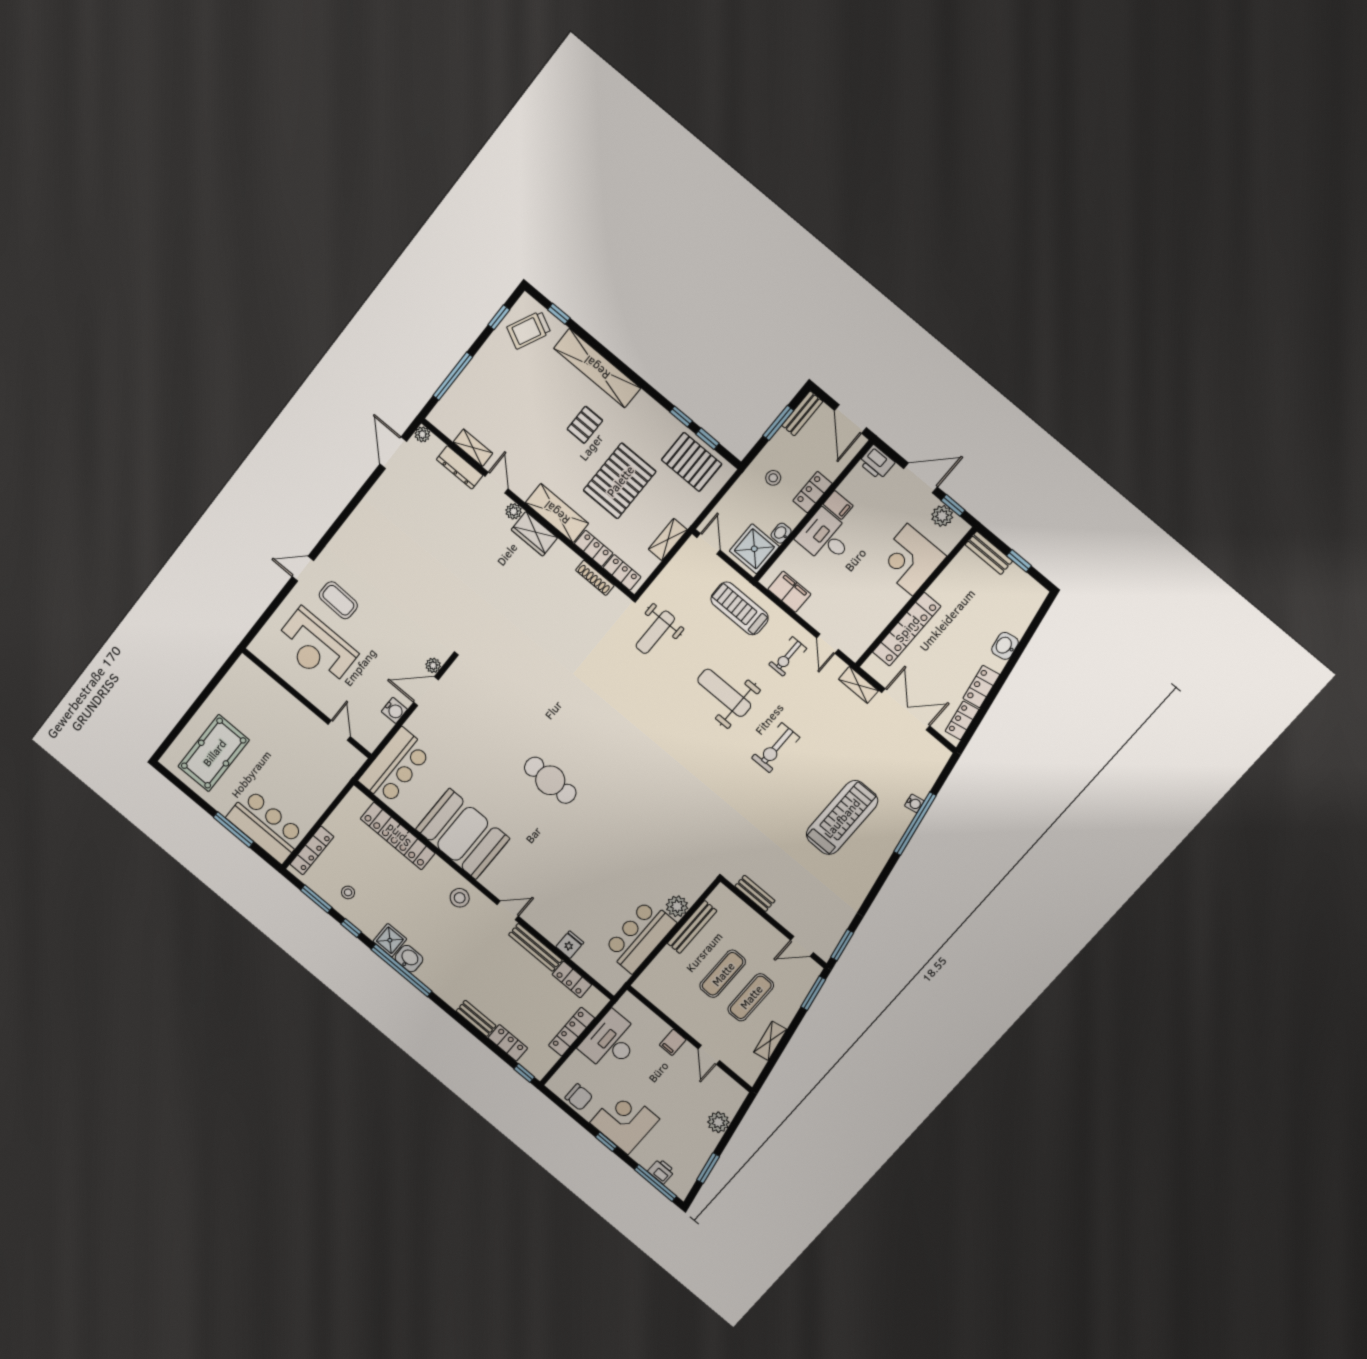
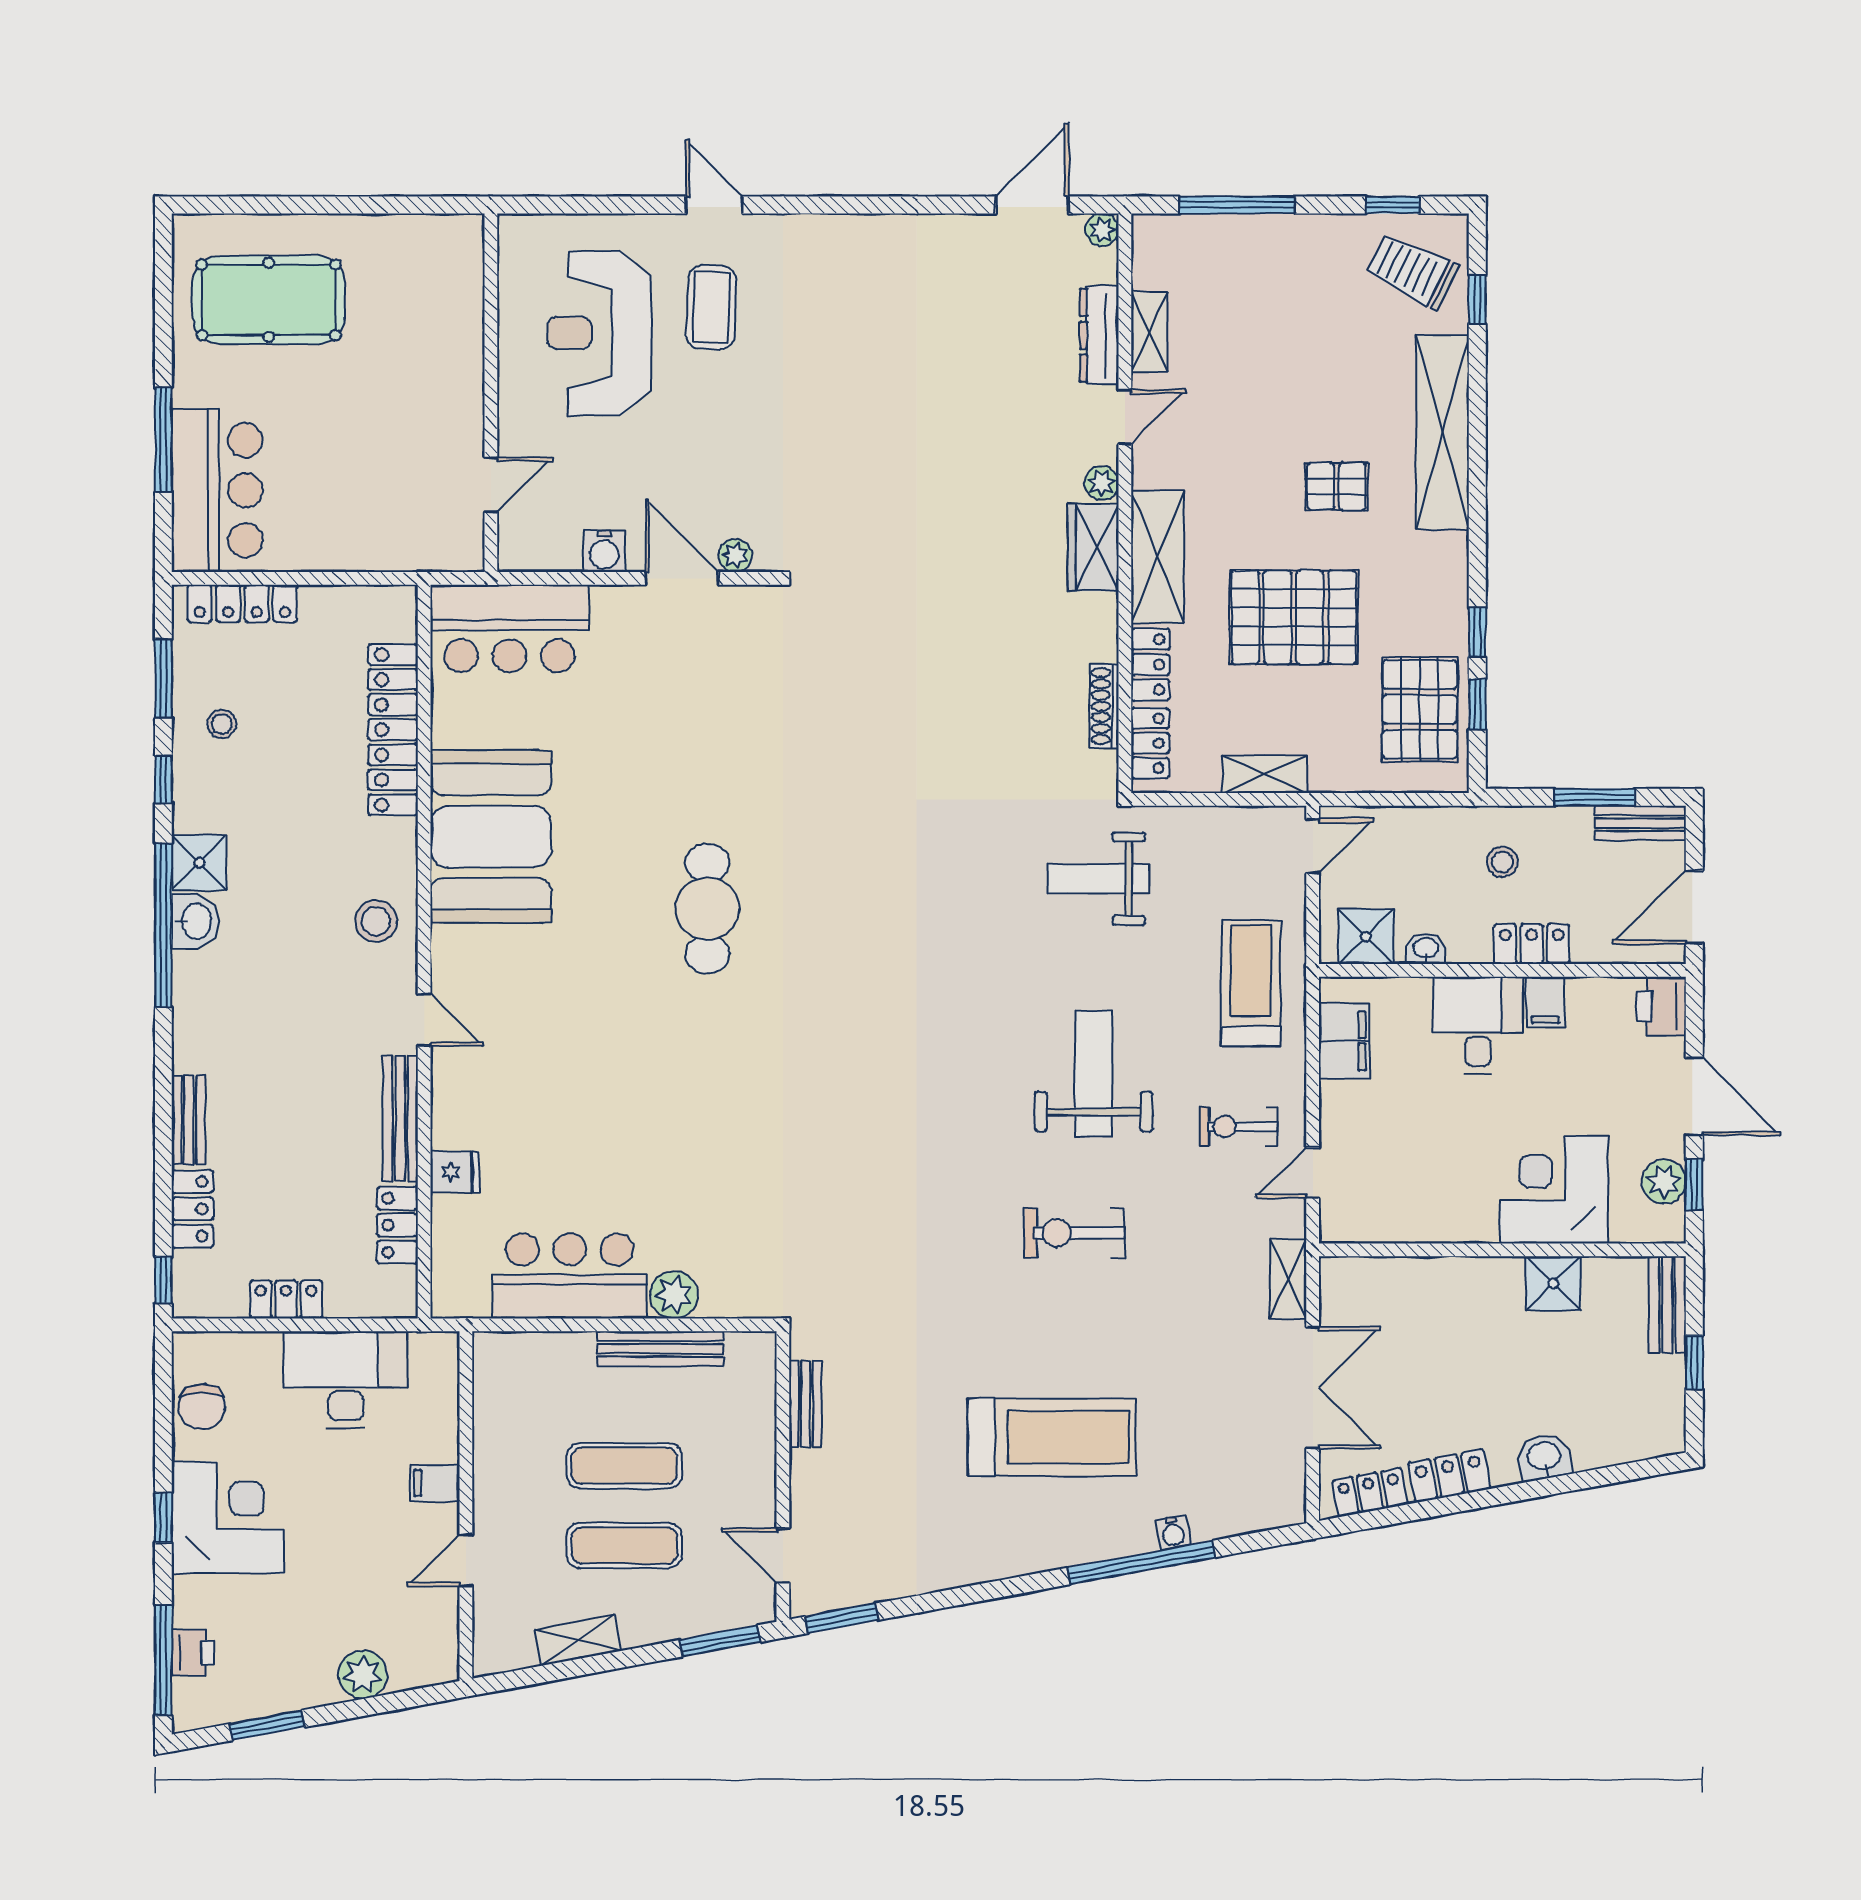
shower: (754, 549) -> (1366, 937), width x0.73, depth x0.73
shower: (944, 589) -> (1553, 1283), added
locker: (907, 629) -> (1441, 1279), removed
locker: (571, 1032) -> (286, 1300), width x0.66

